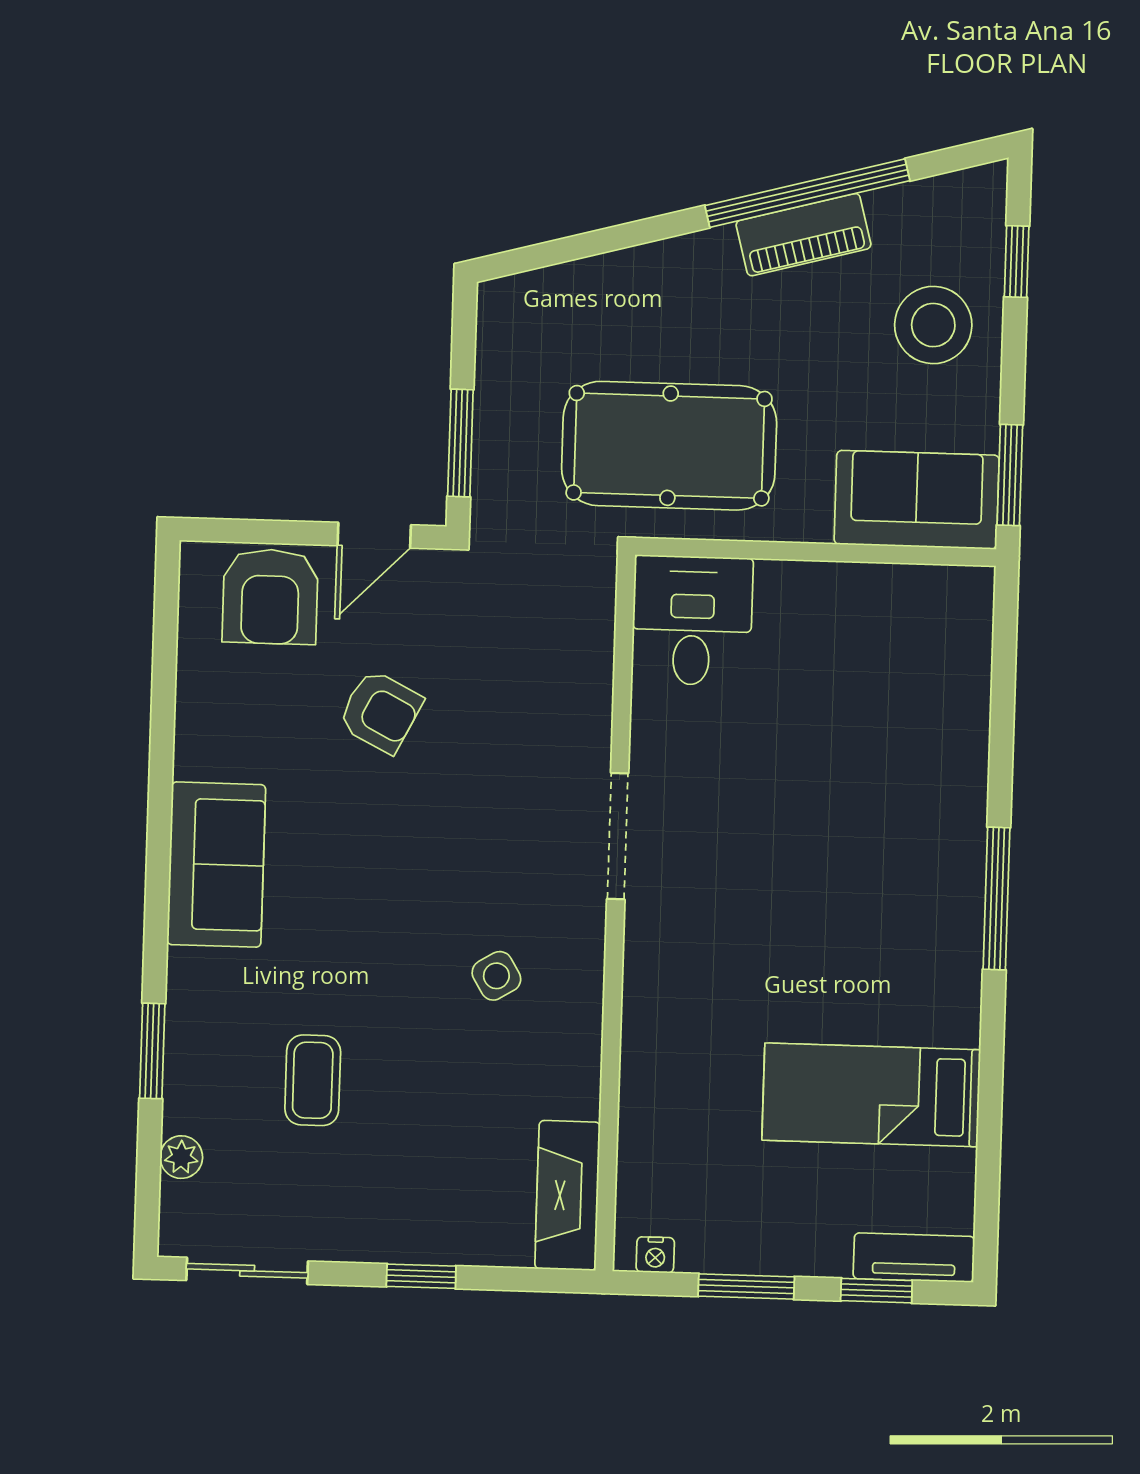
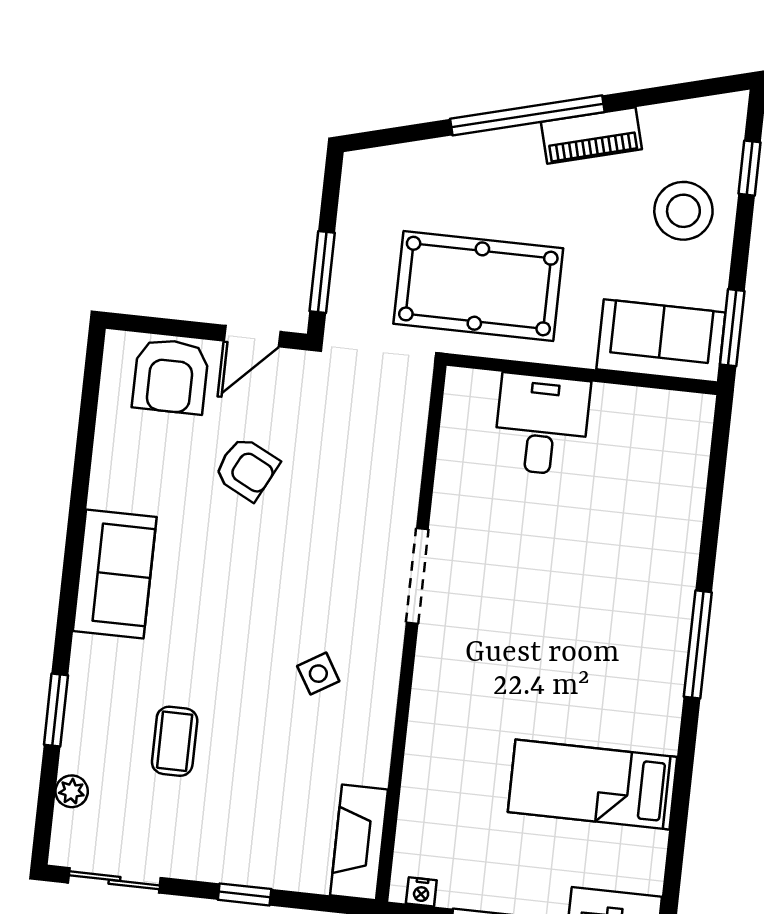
window: (807, 193) -> (527, 115), moved
desk: (692, 620) -> (542, 424), moved

